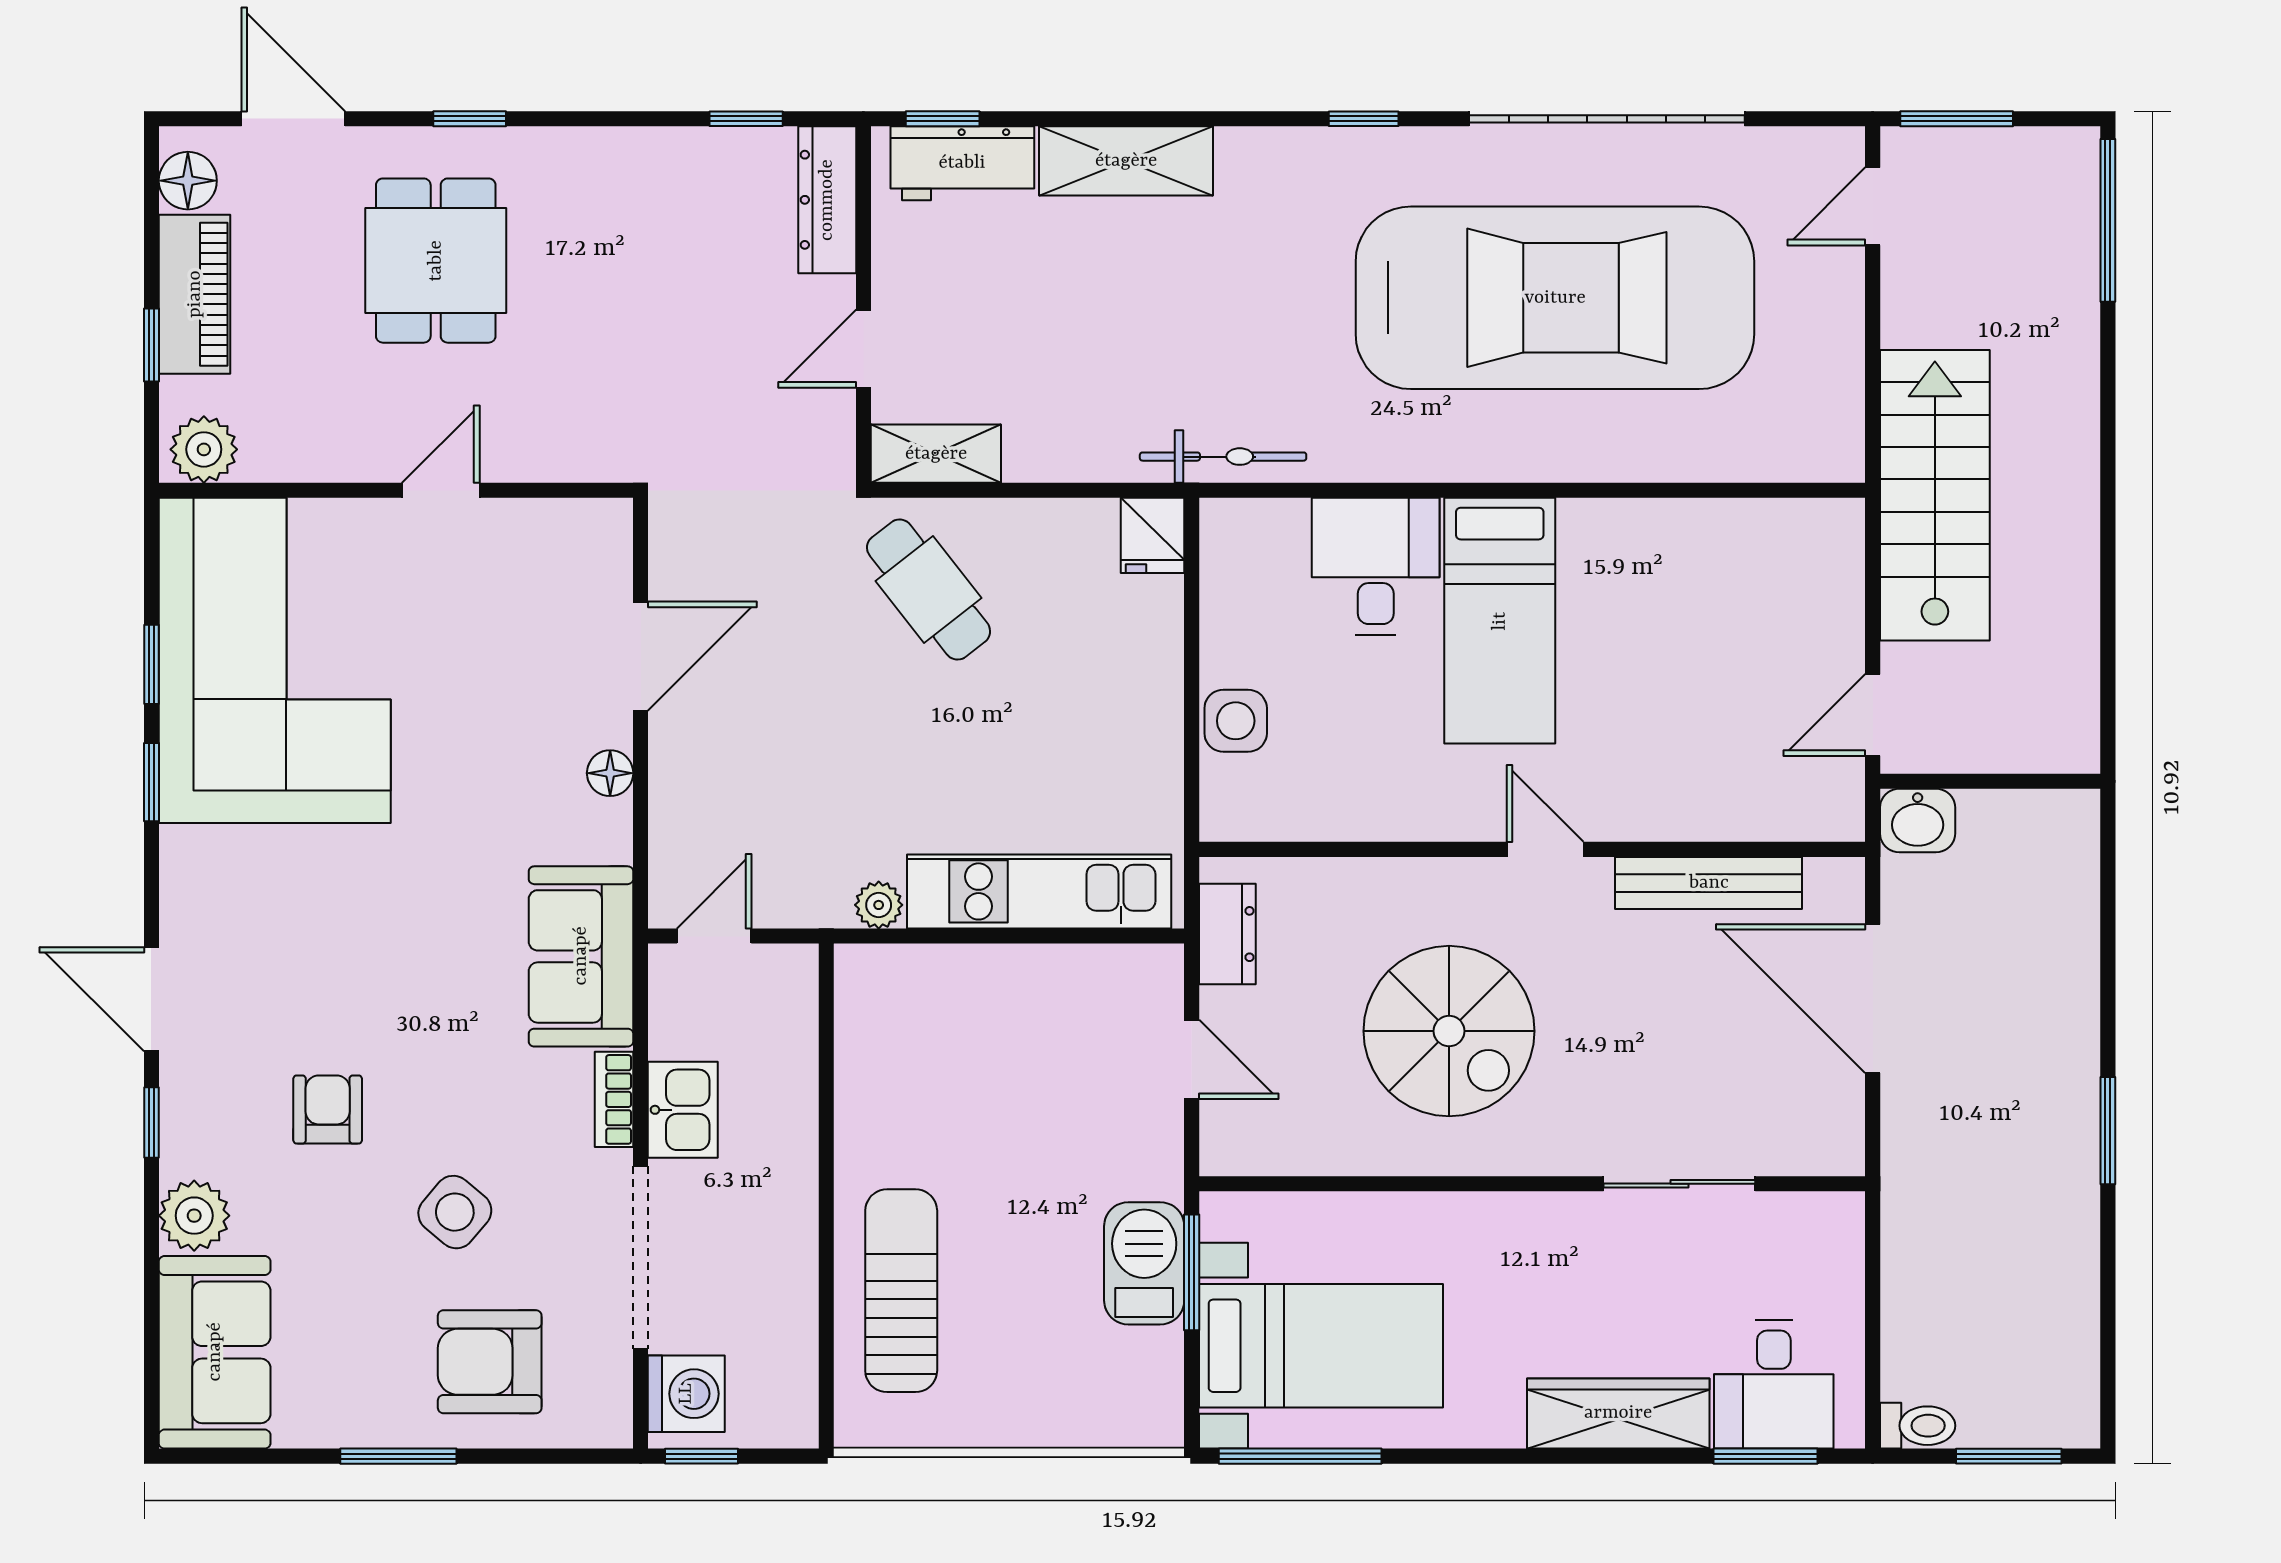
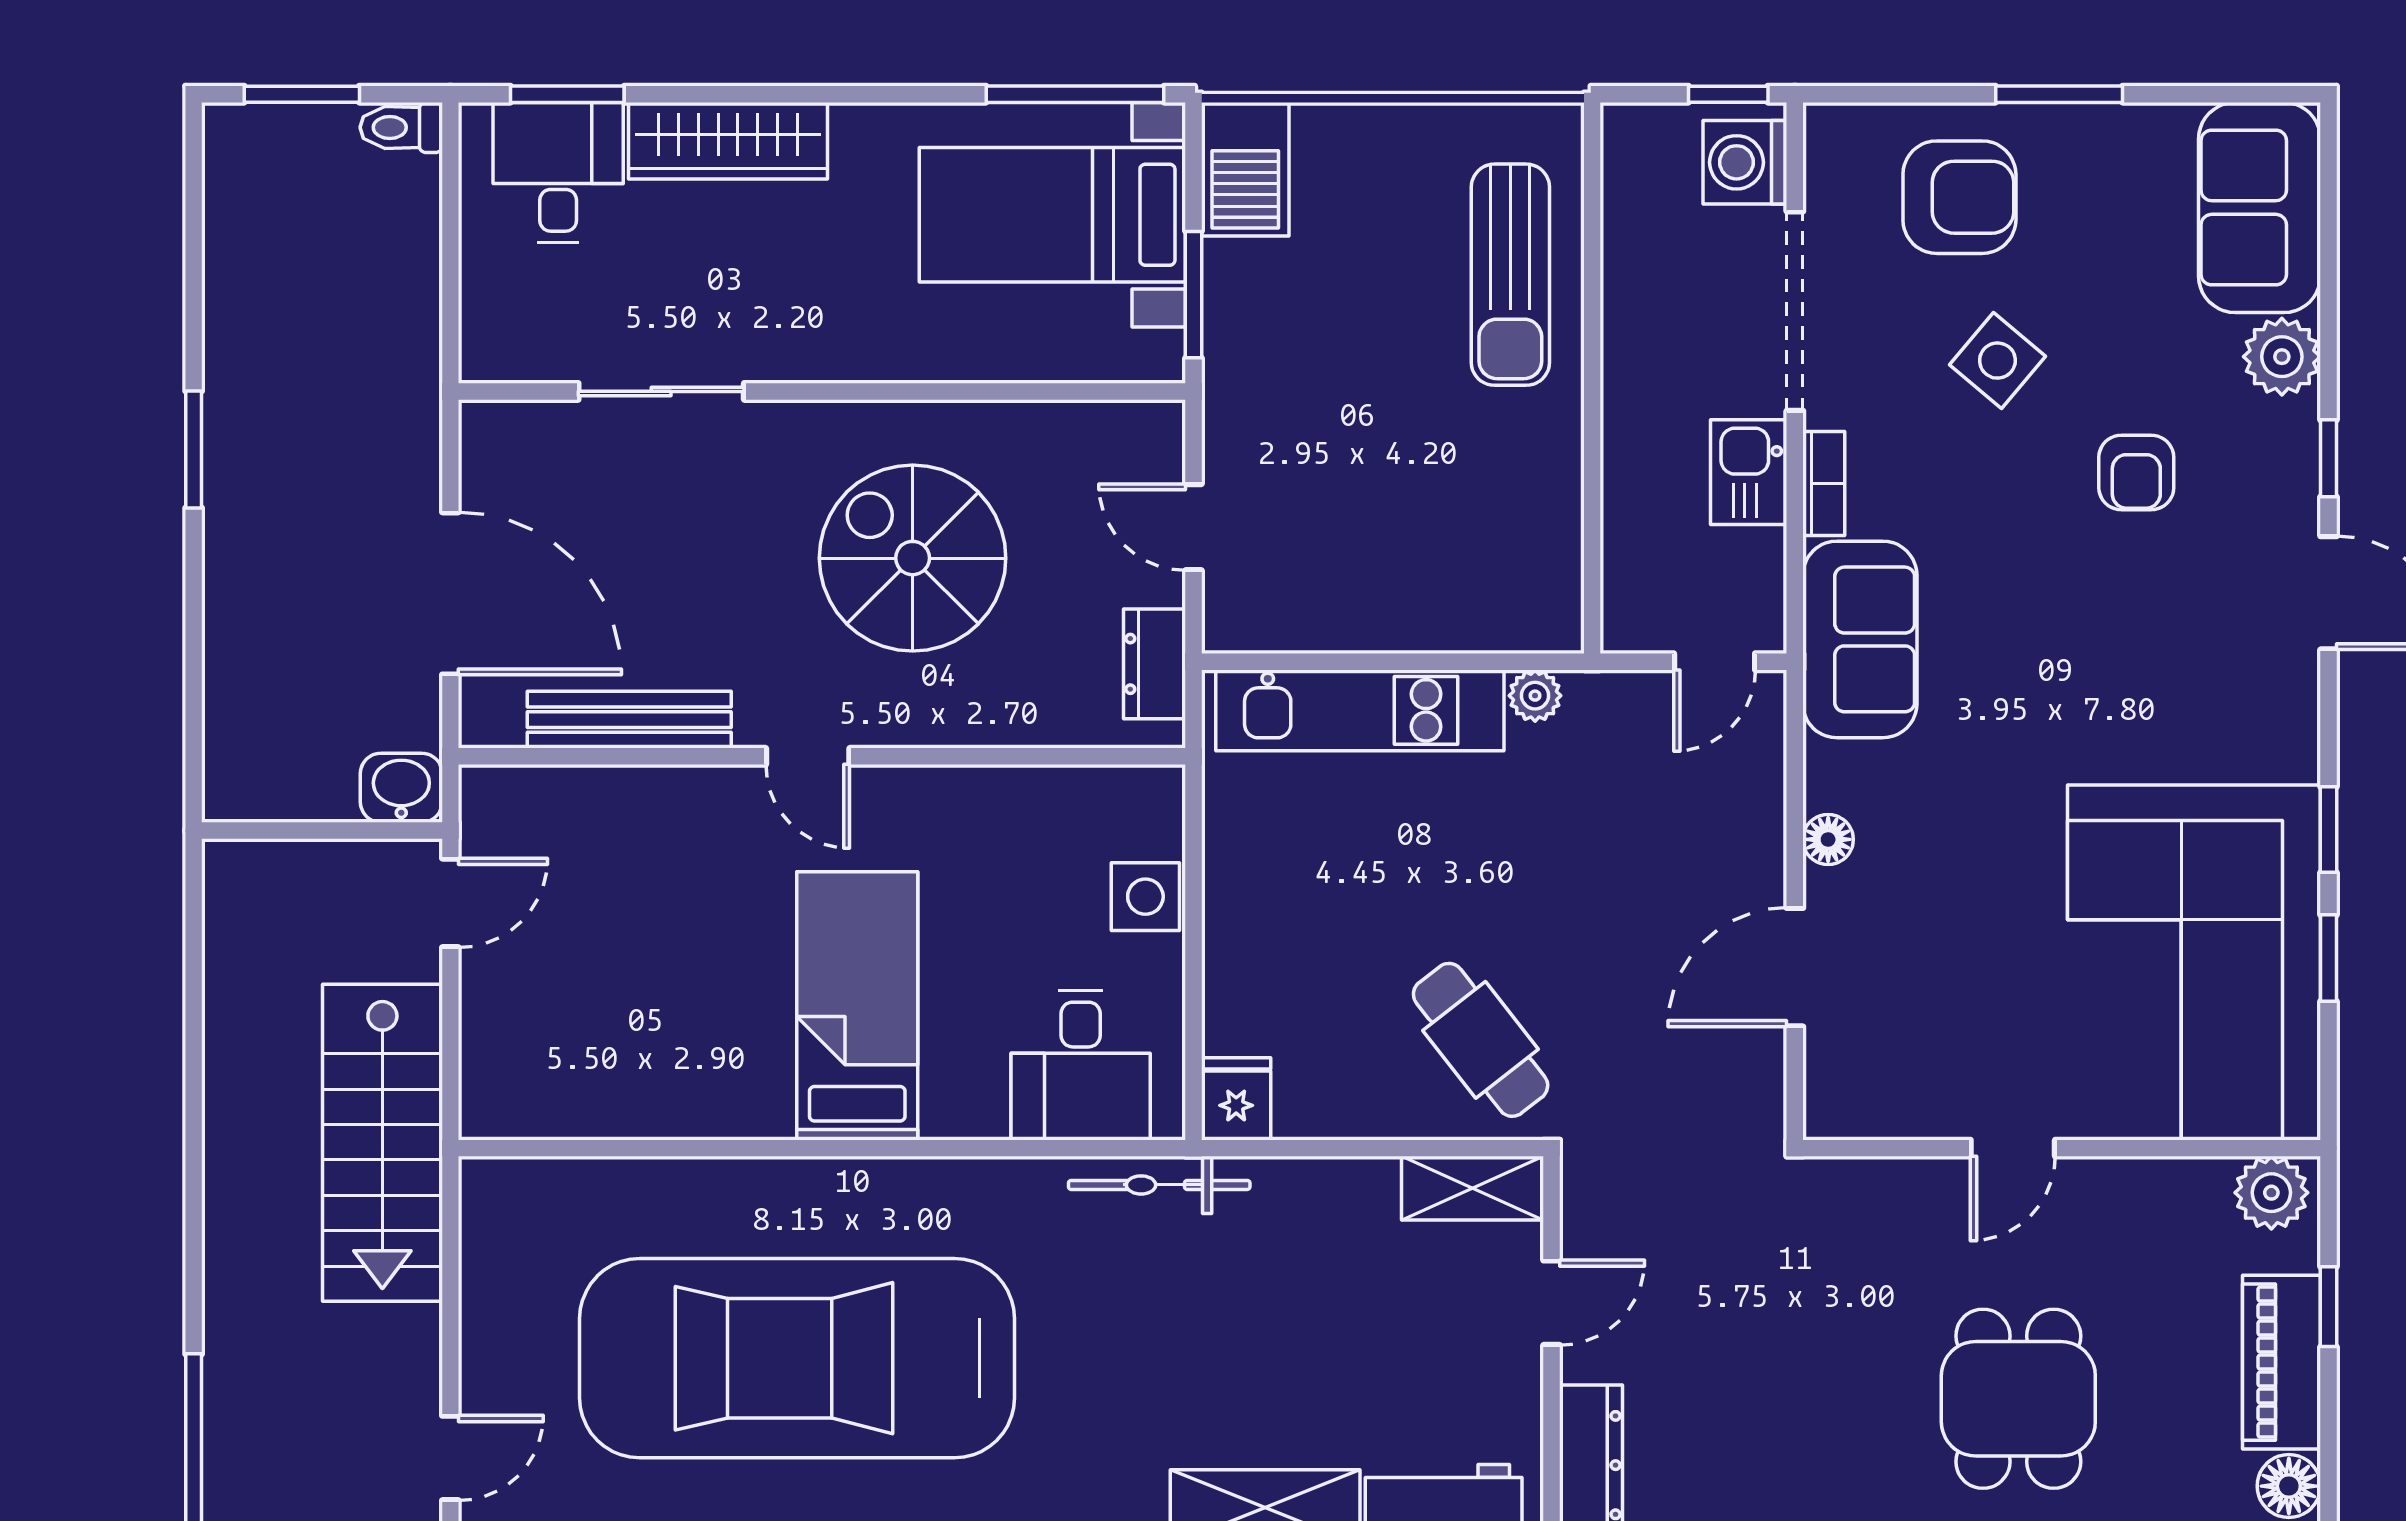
desk: (1376, 566) -> (1081, 1065), moved
barbecue: (1144, 1263) -> (1245, 169), moved

